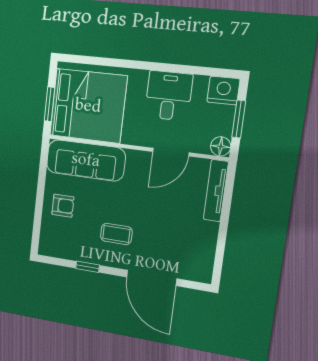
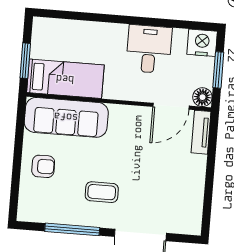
bed: (88, 106) -> (65, 79), width x0.49
door: (171, 152) -> (171, 106), moved
tv unit: (216, 191) -> (201, 132), width x0.71
window: (88, 267) -> (72, 229), width x2.17

